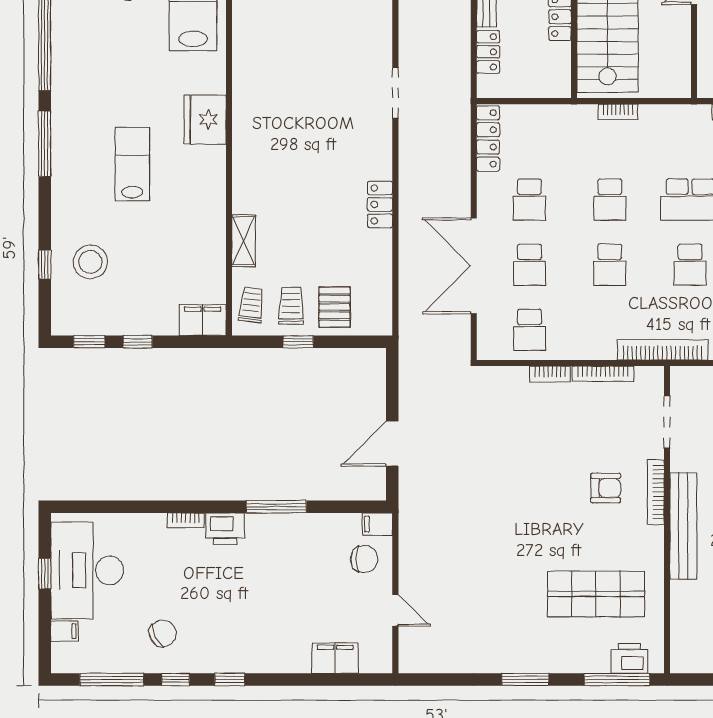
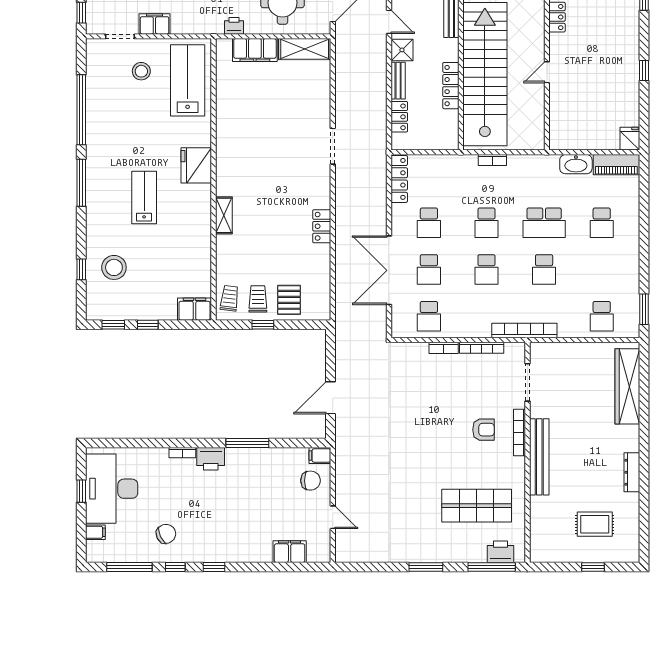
shelving: (244, 241) -> (224, 215), moved

